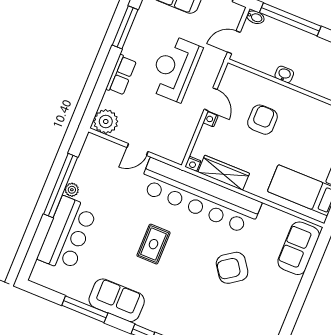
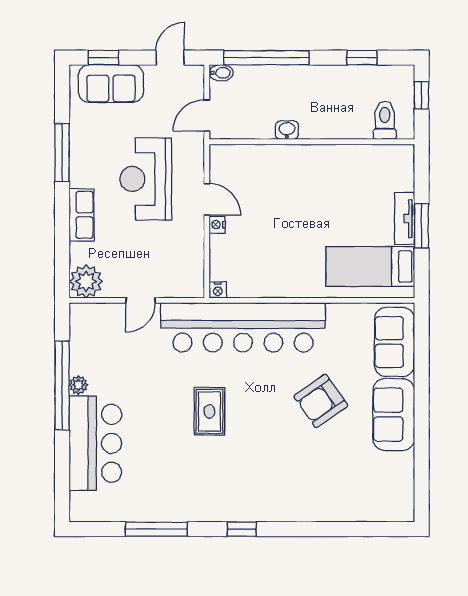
armchair: (262, 120) -> (283, 198), removed
wardrobe: (224, 173) -> (261, 285), removed
sofa: (117, 300) -> (394, 415), moved, turned -90

